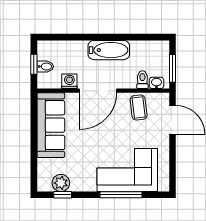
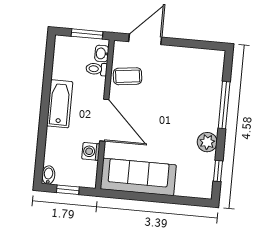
bidet: (45, 66) -> (48, 175), moved
corner sofa: (127, 170) -> (197, 96), removed
plant: (61, 183) -> (207, 142), moved

